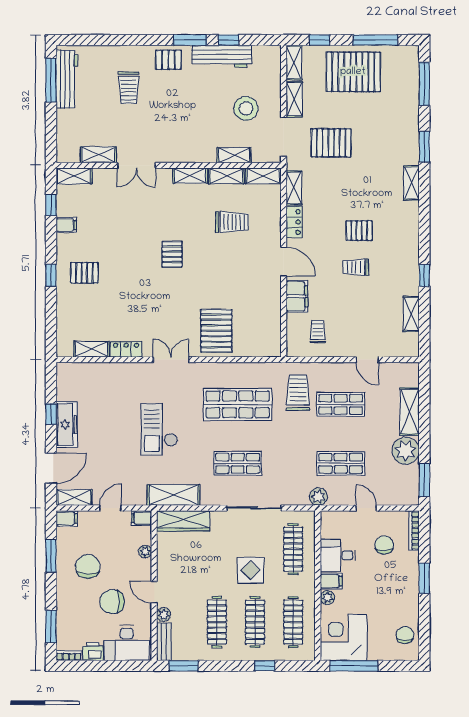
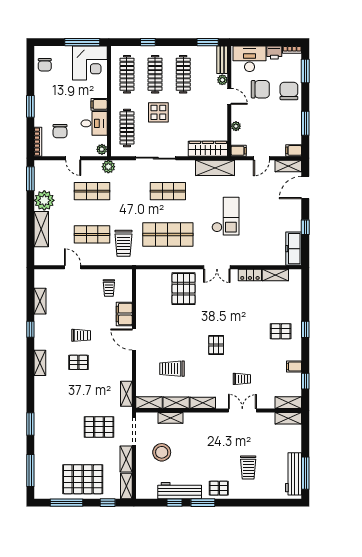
trolley: (129, 88) -> (248, 468), turned 180
shelving: (98, 155) -> (288, 418), moved
shelving: (411, 183) -> (40, 363), moved
trolley: (137, 208) -> (242, 379), added
locker: (294, 222) -> (126, 369), removed
freezer: (67, 425) -> (294, 249), moved
chair: (88, 566) -> (289, 91), moved, turned 180
plant: (327, 598) -> (102, 149), moved

